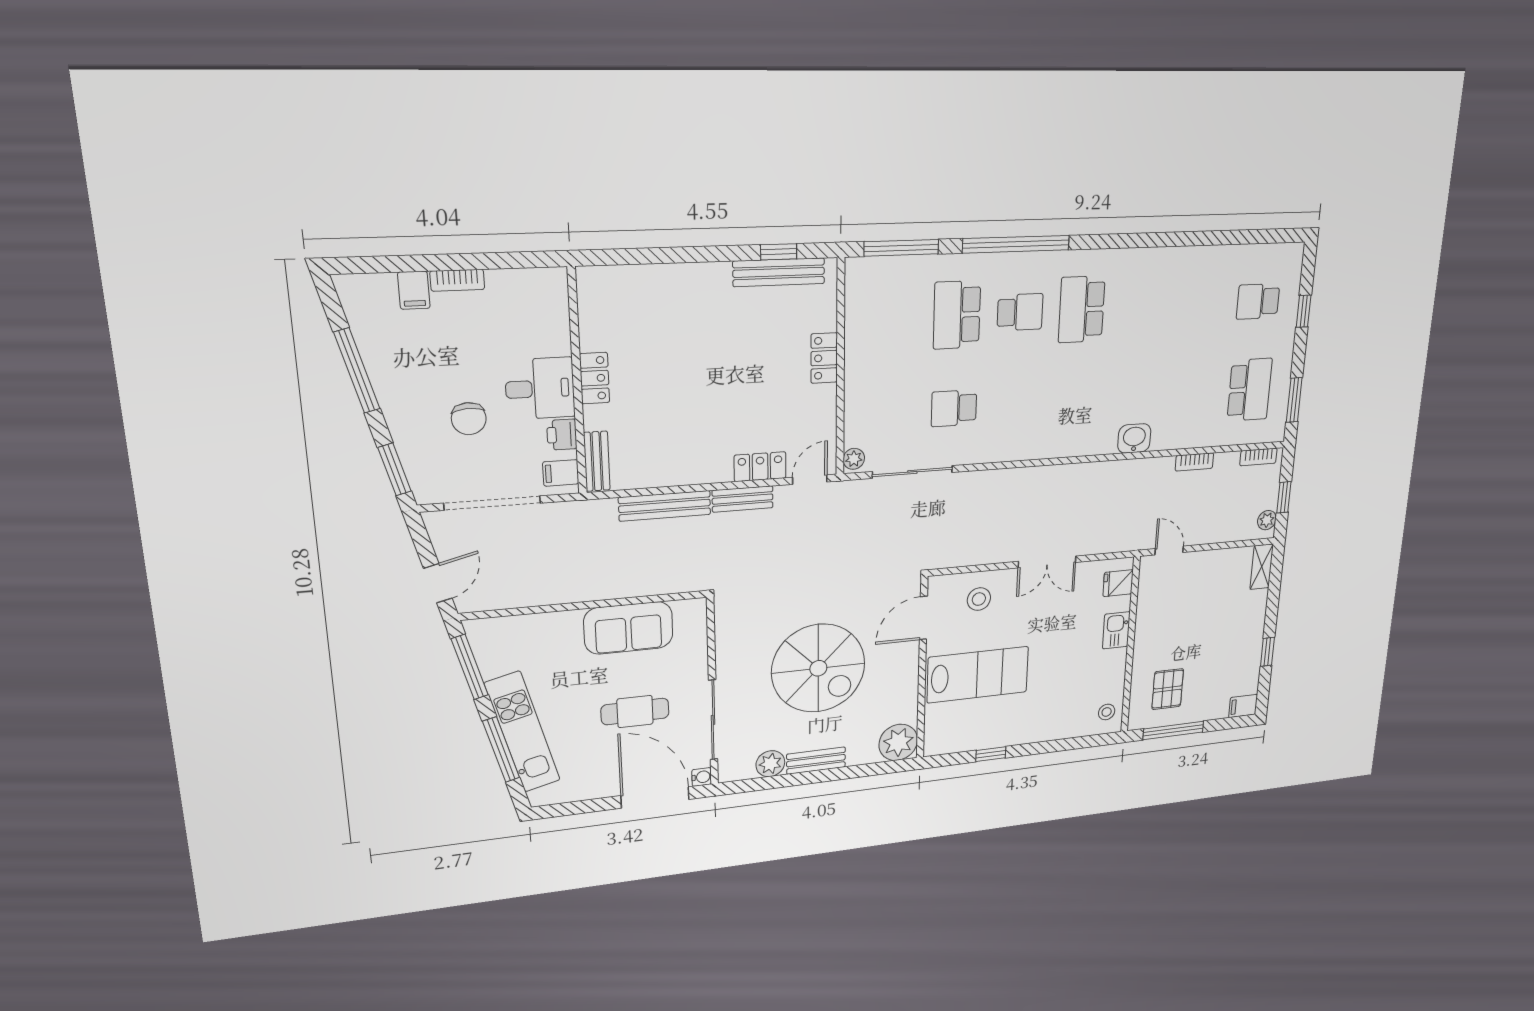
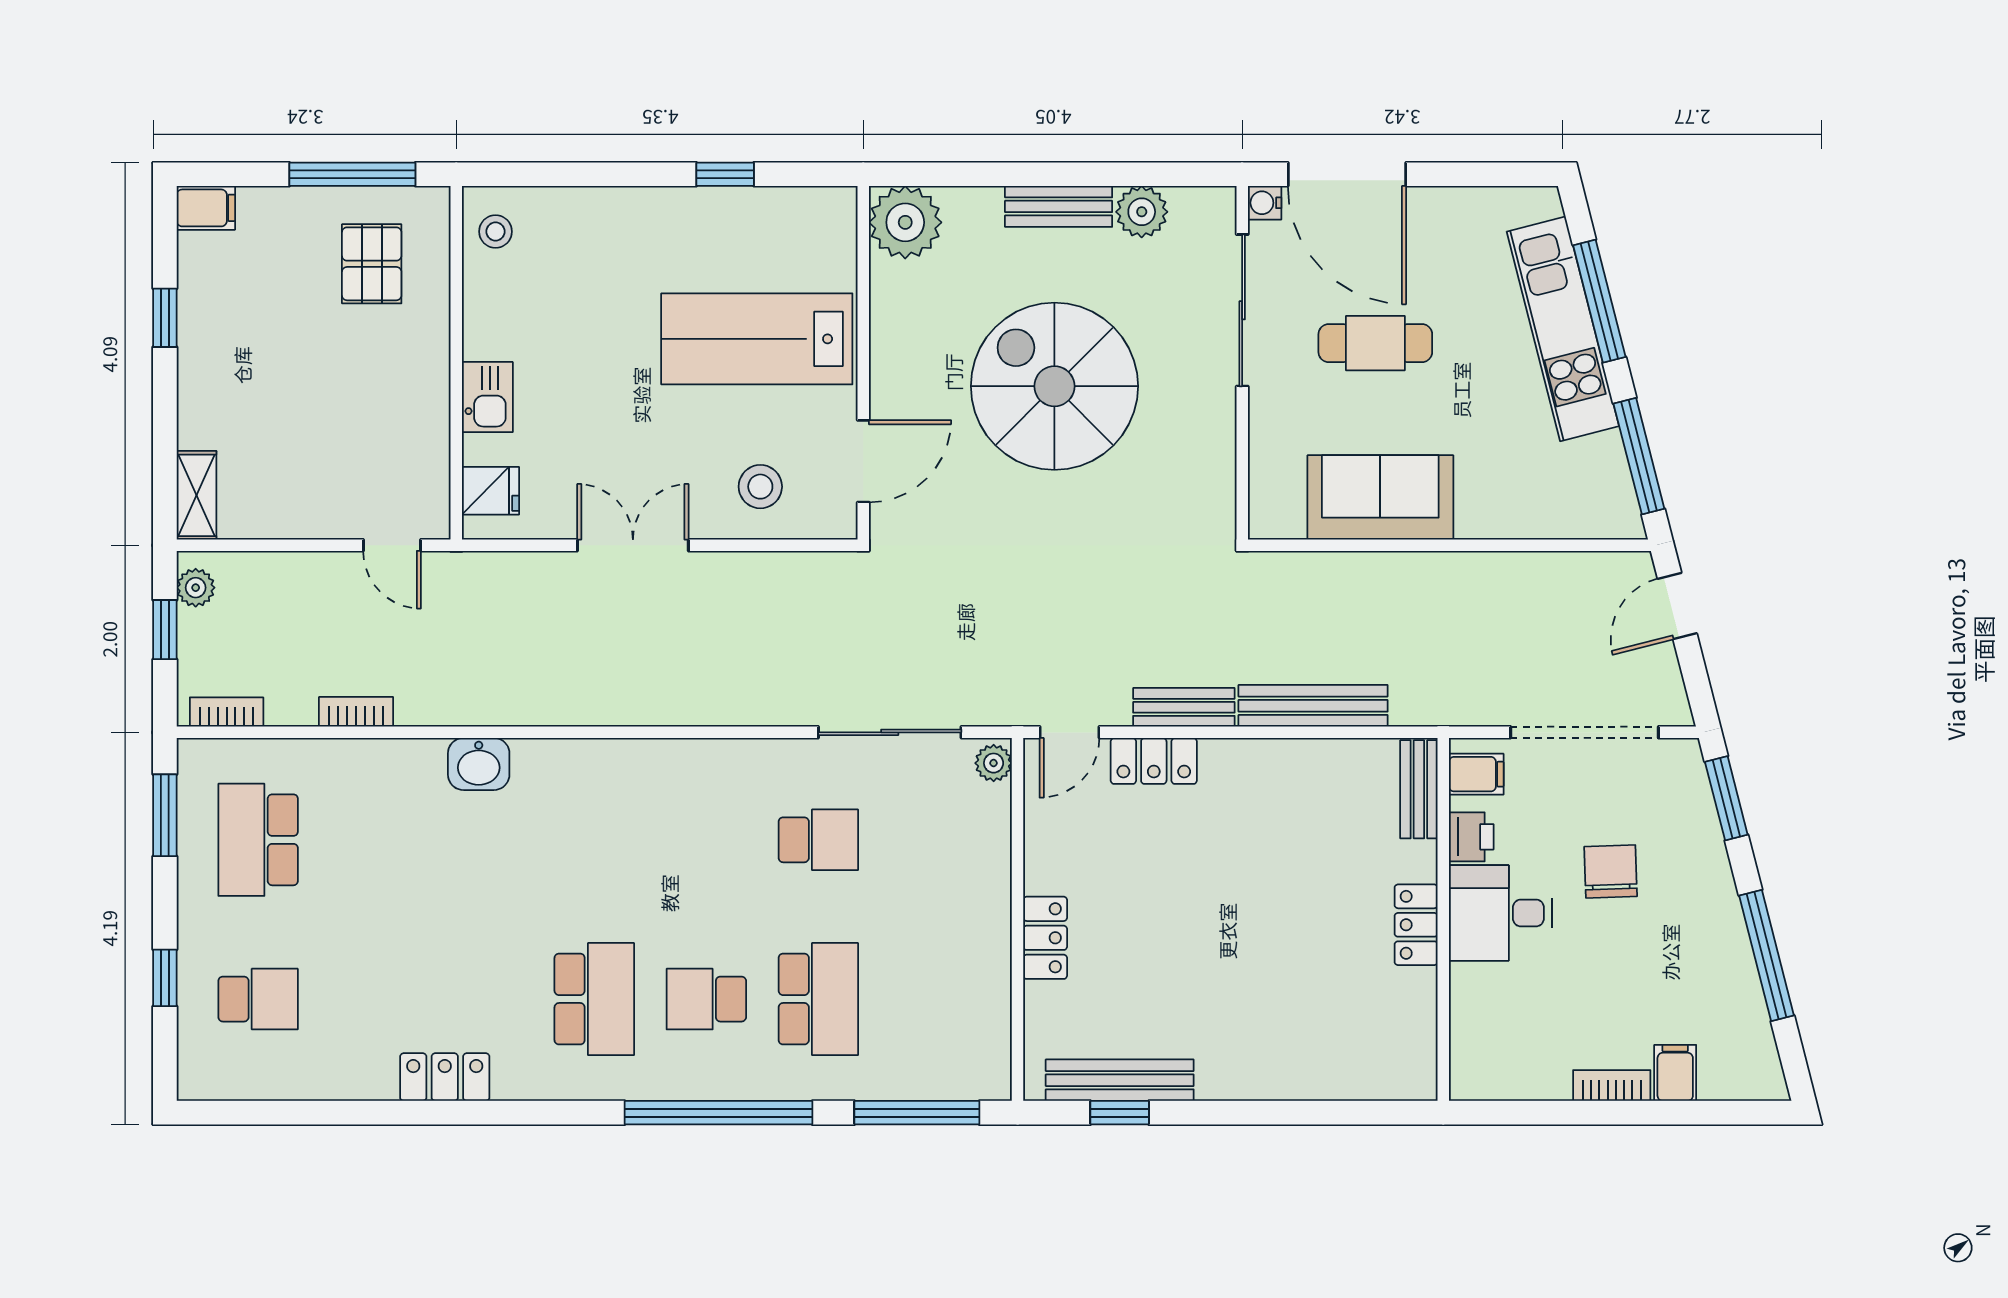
locker: (1165, 260) -> (445, 1077), added

